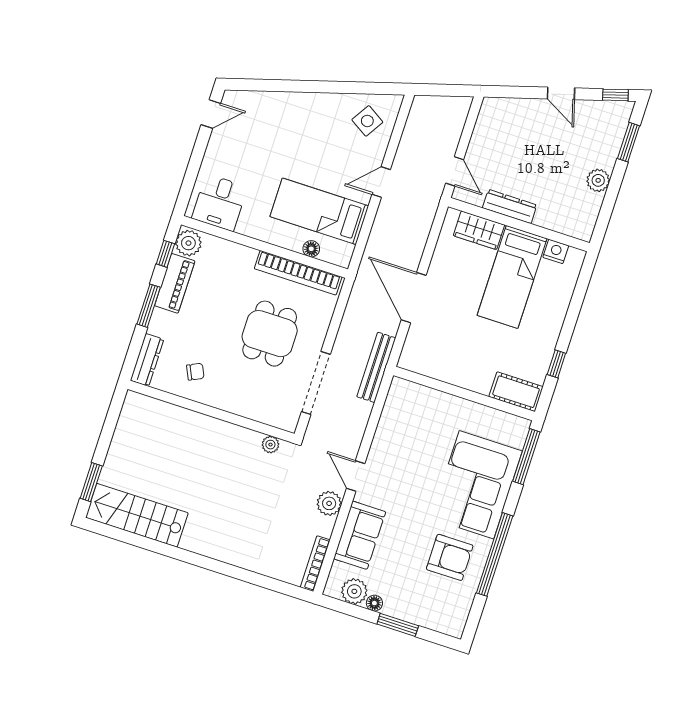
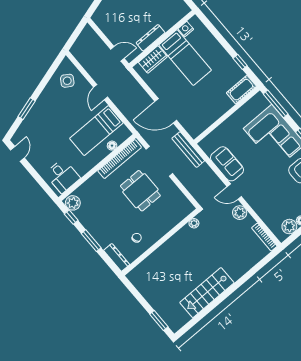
window: (287, 86) -> (27, 109), added
piano: (175, 283) -> (88, 221), removed
doorway: (316, 383) -> (159, 161), moved
stairs: (137, 515) -> (207, 293), moved
sofa: (360, 535) -> (227, 164), moved

